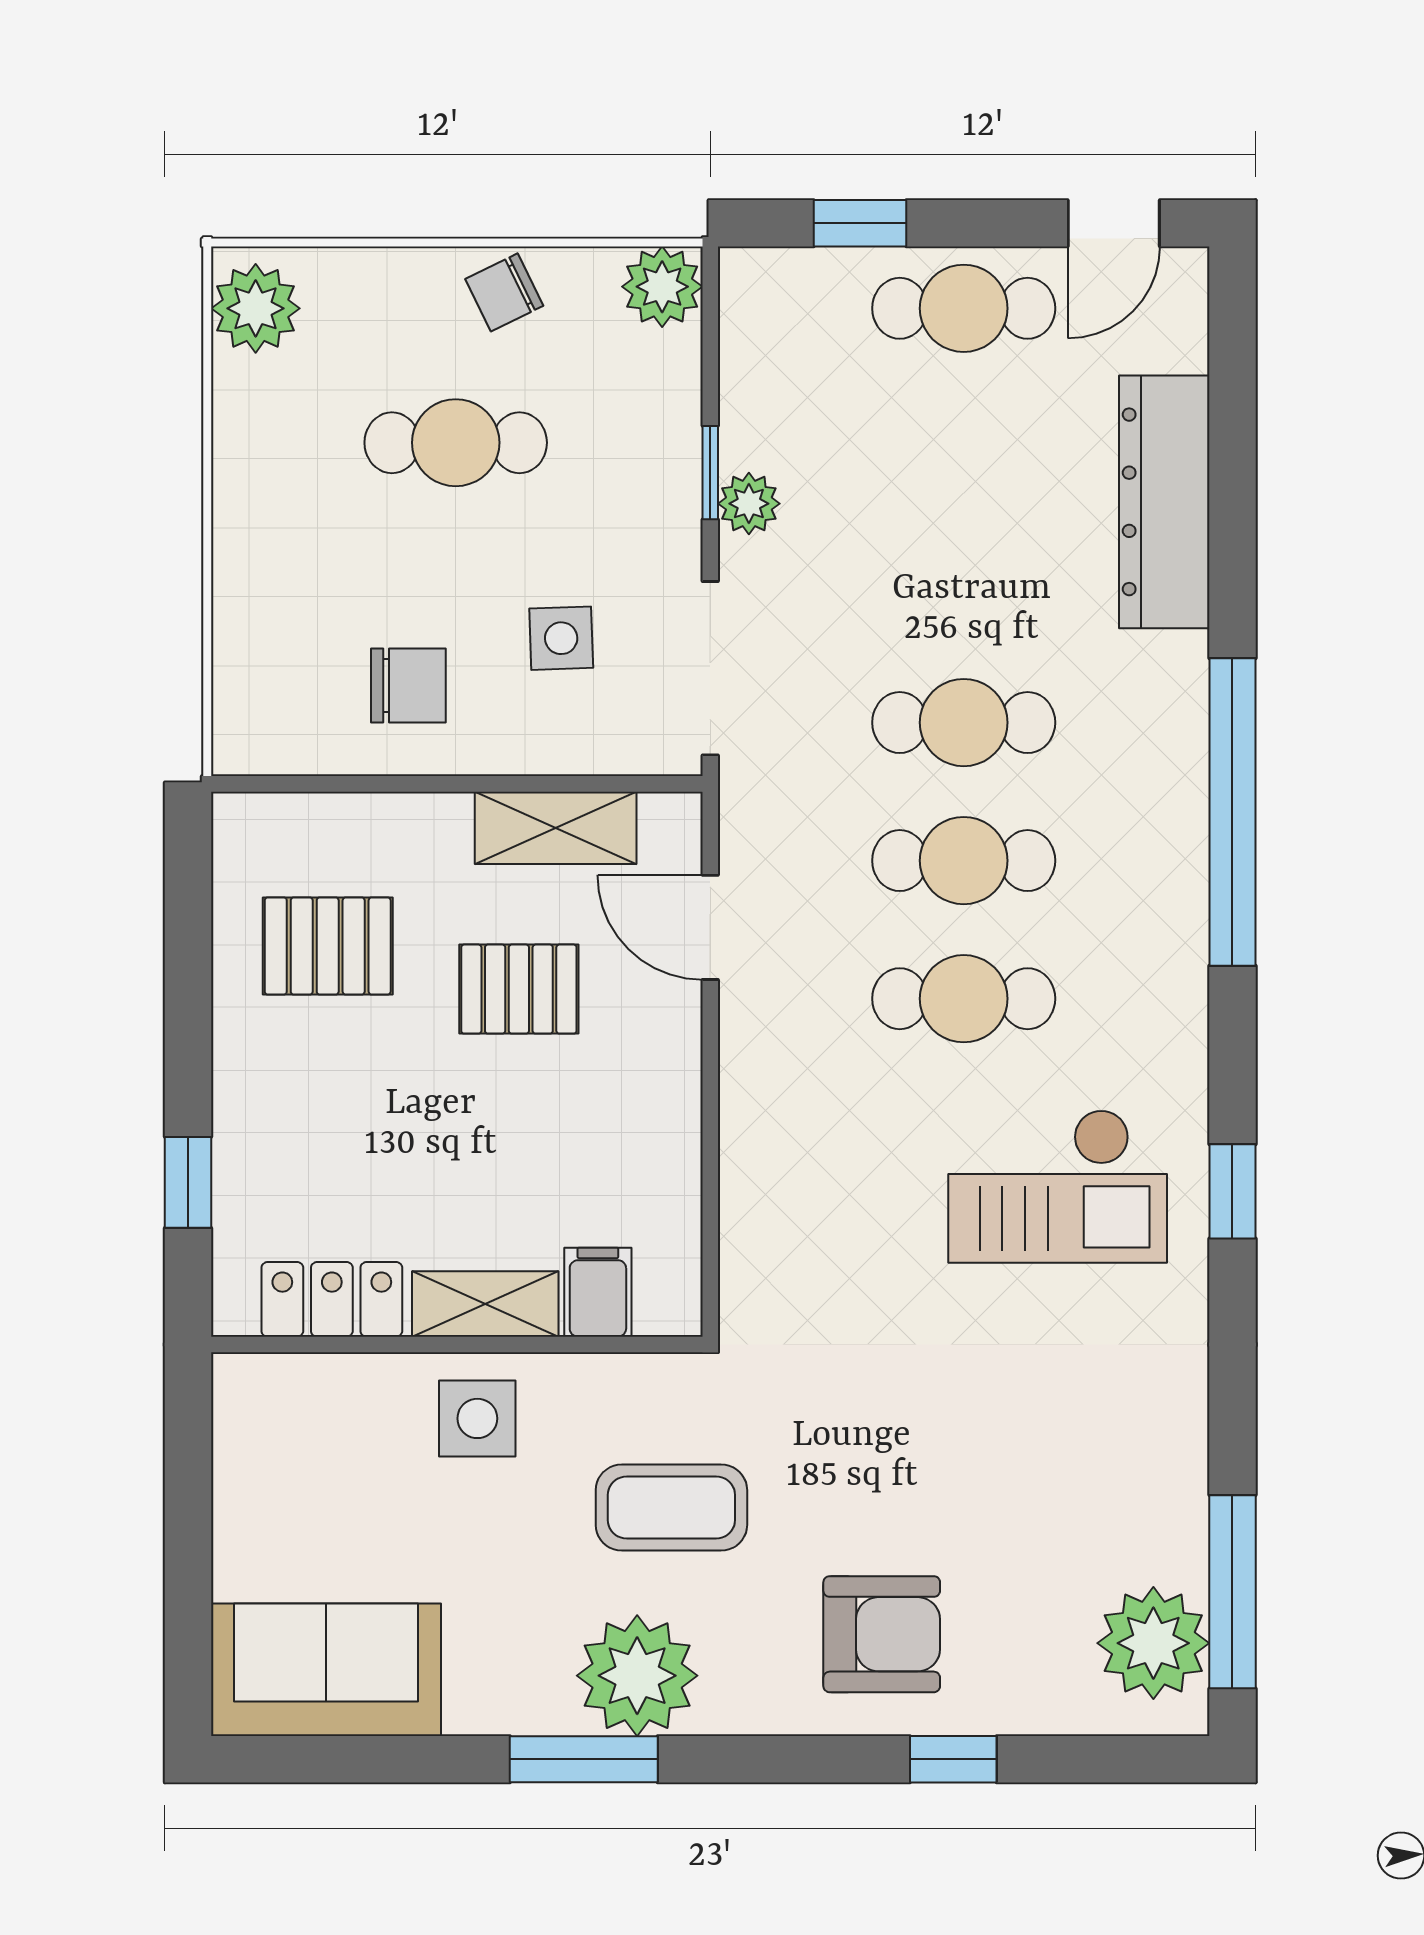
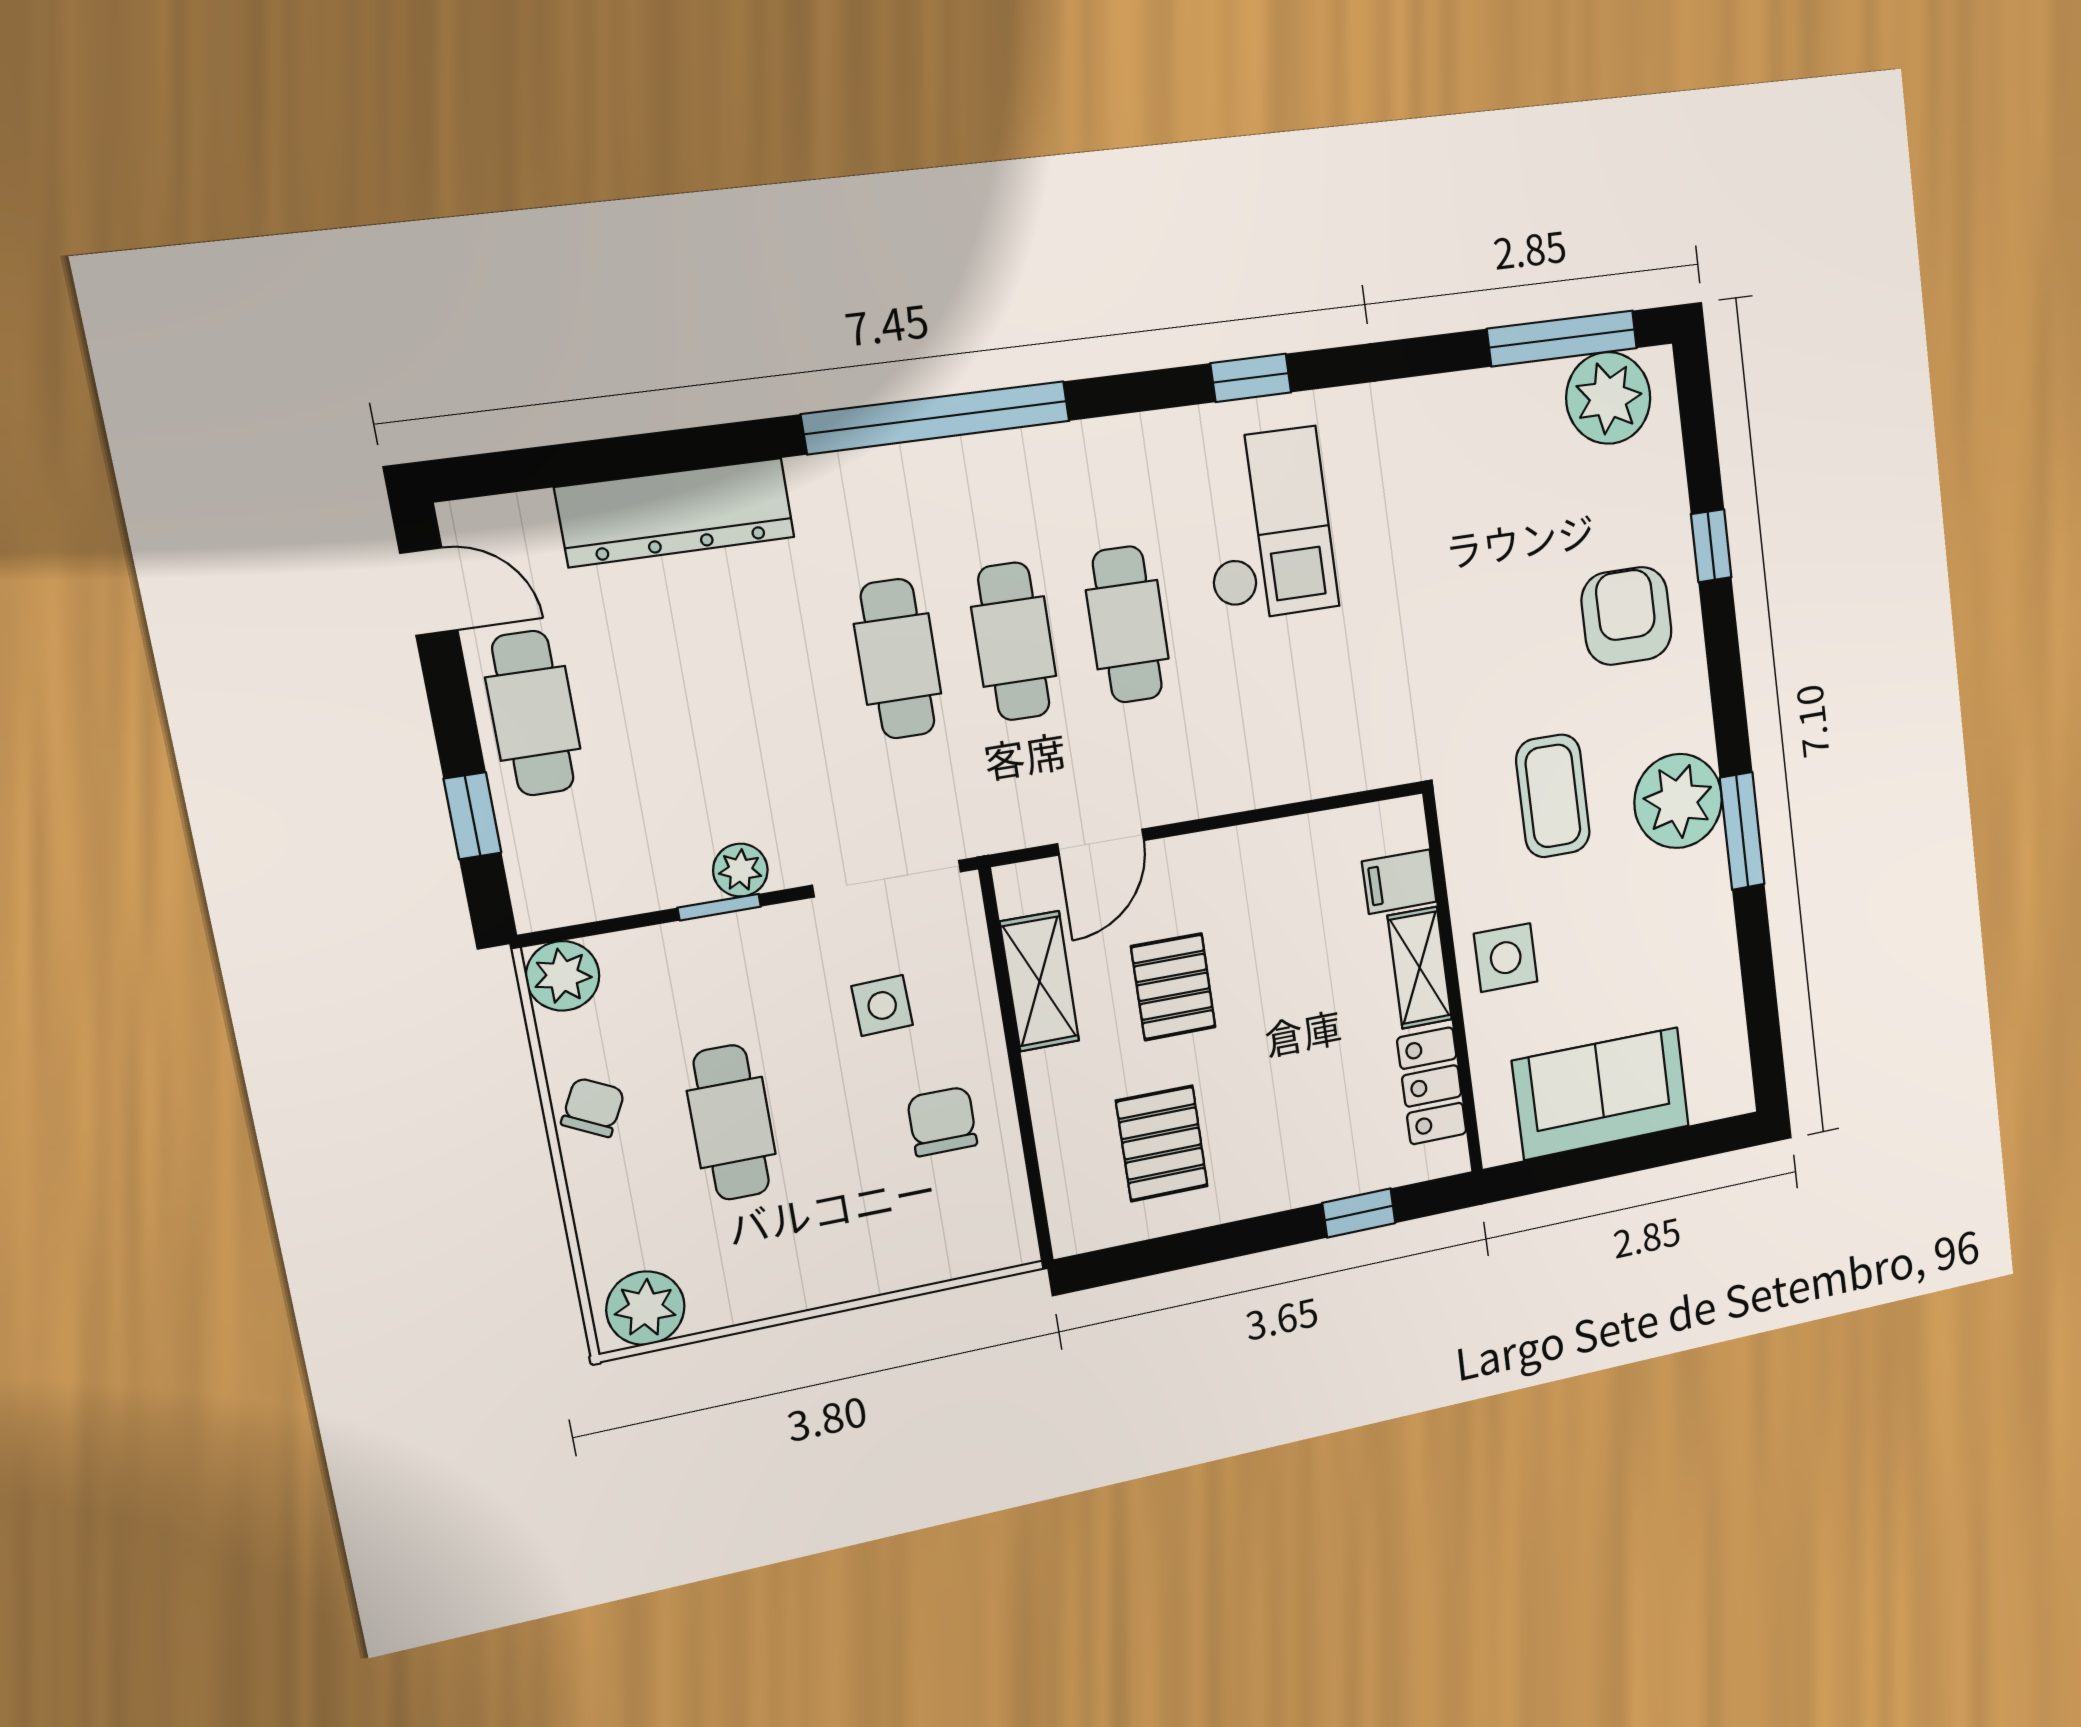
chair: (504, 292) -> (593, 1107), turned -127
sofa: (326, 1670) -> (1601, 1094), moved, turned 90

